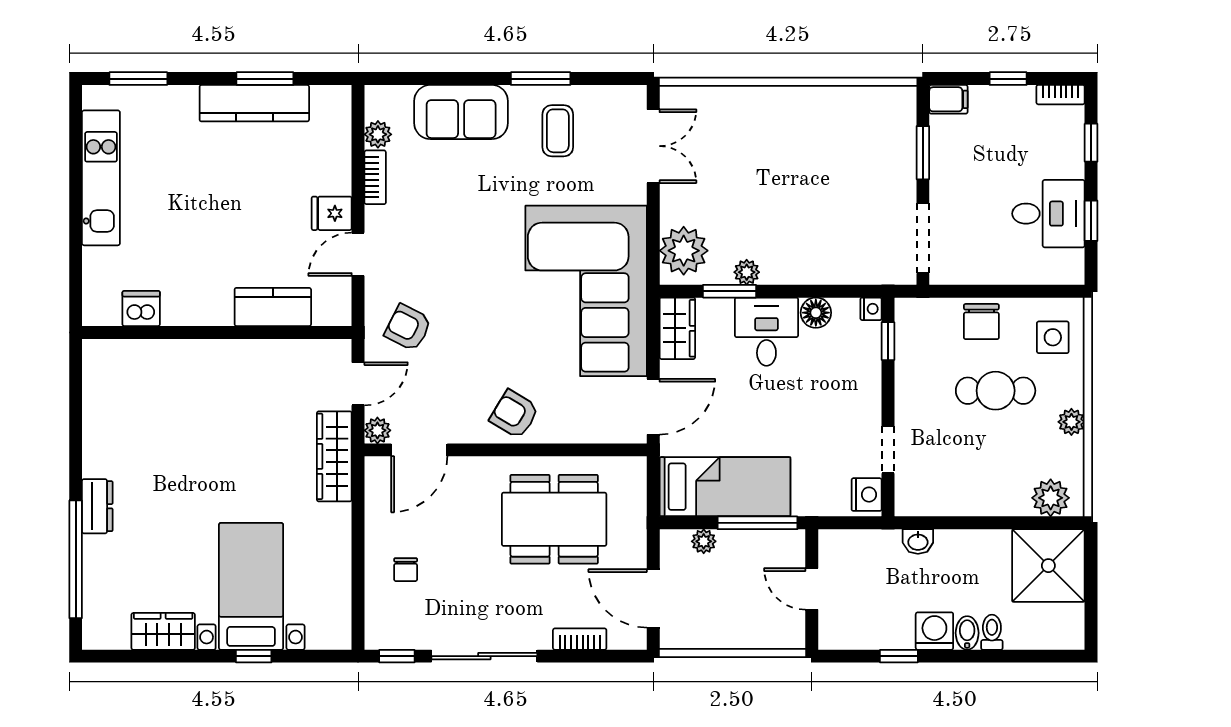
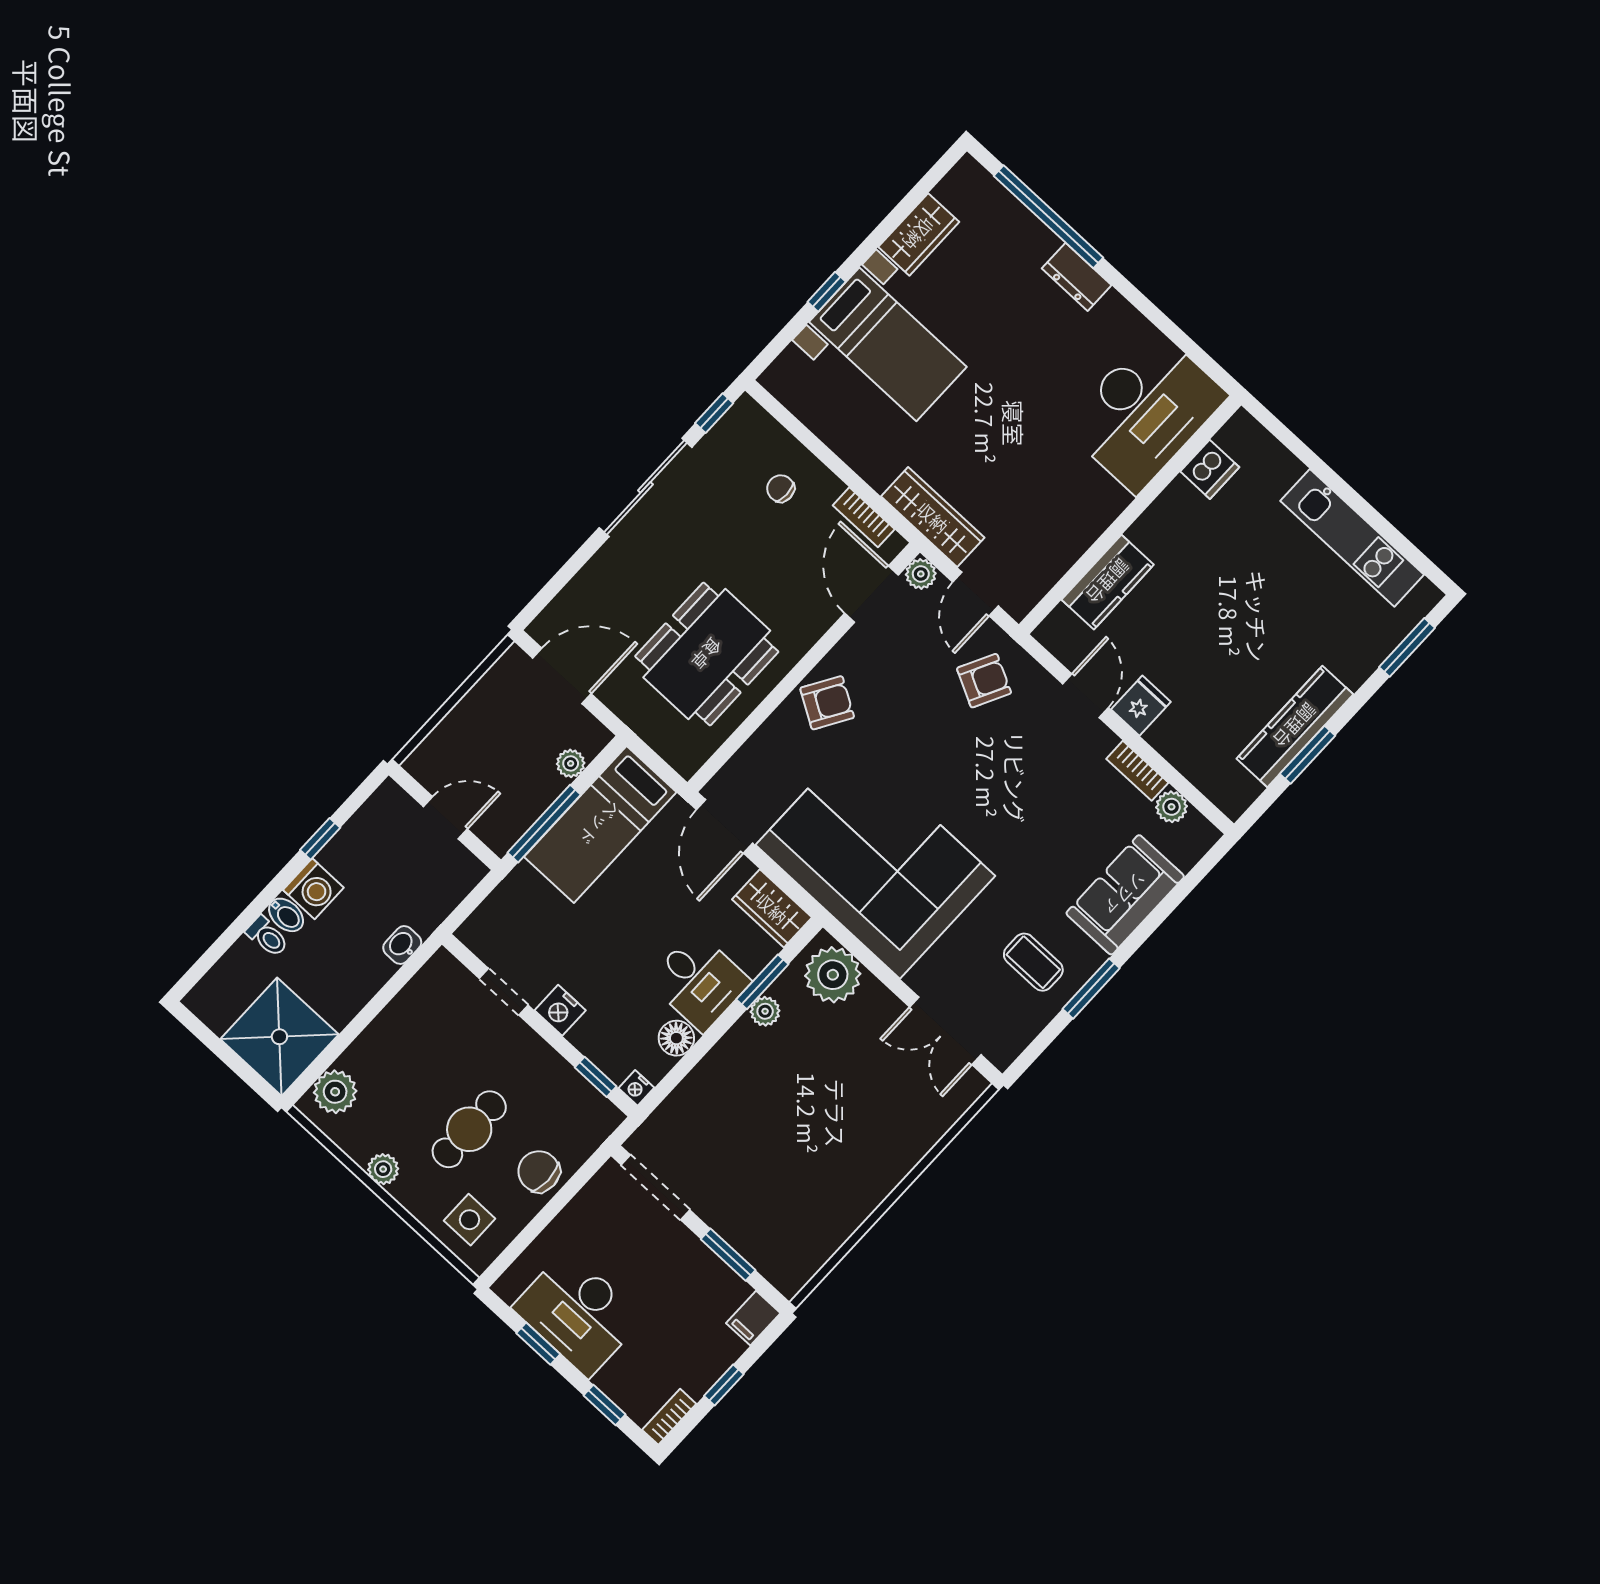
desk: (1048, 214) -> (578, 1313), width x1.37
desk: (142, 384) -> (1145, 411), added
nightstand: (867, 495) -> (560, 1010), moved
bookcase: (580, 639) -> (864, 517), moved, turned 90

